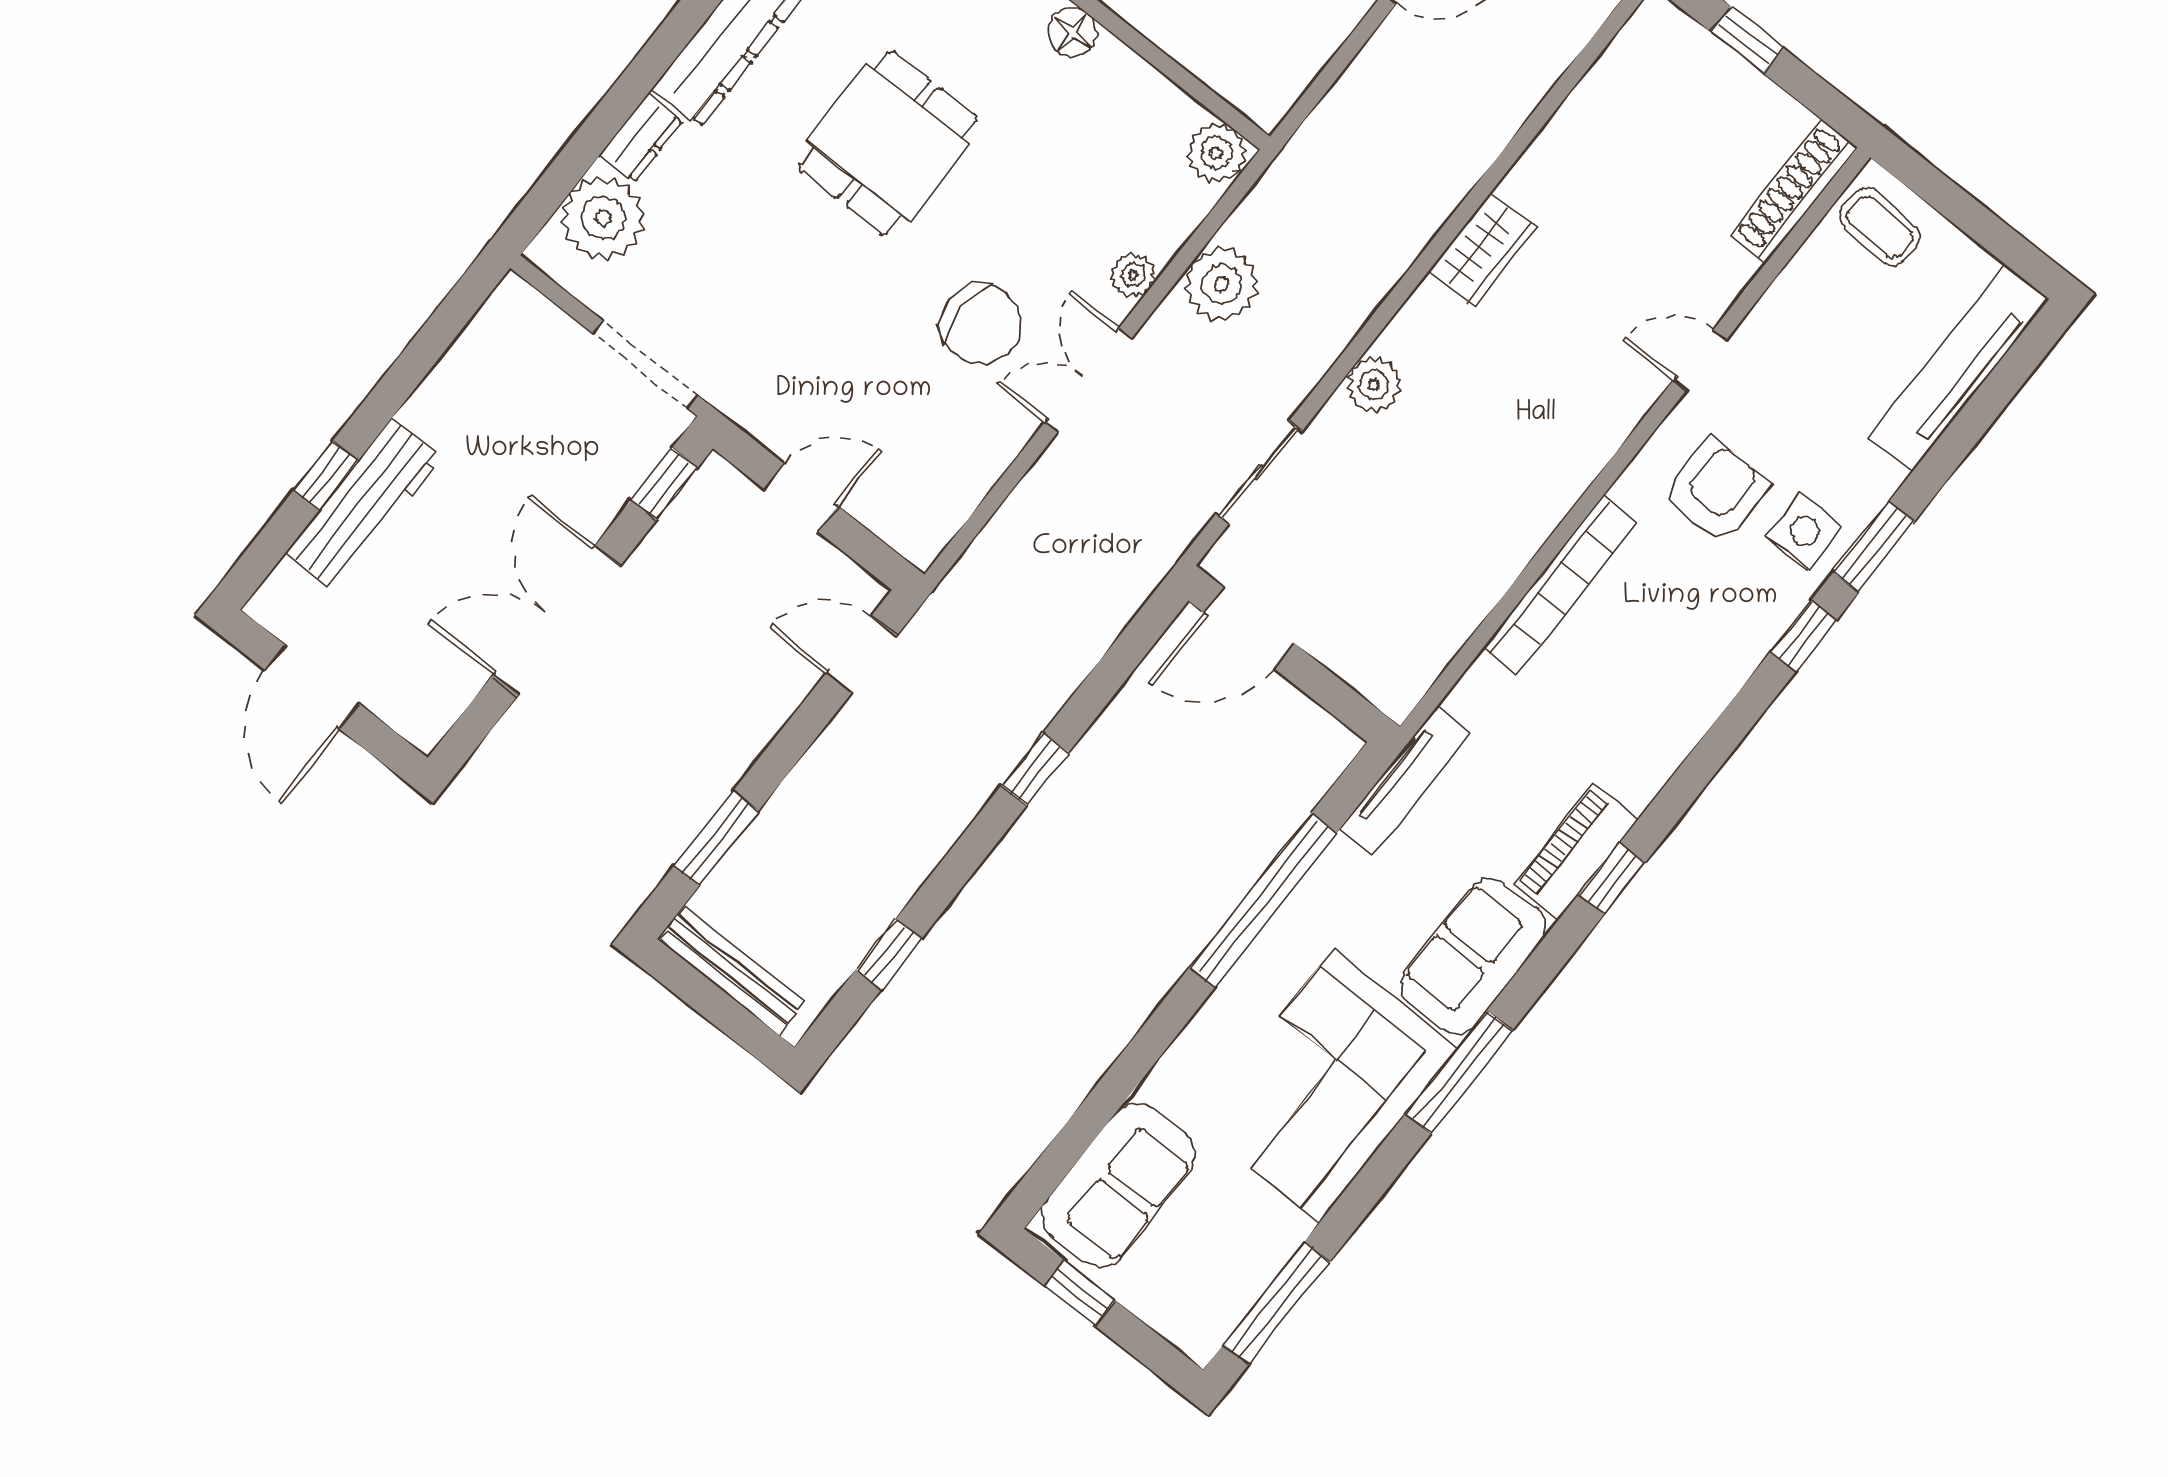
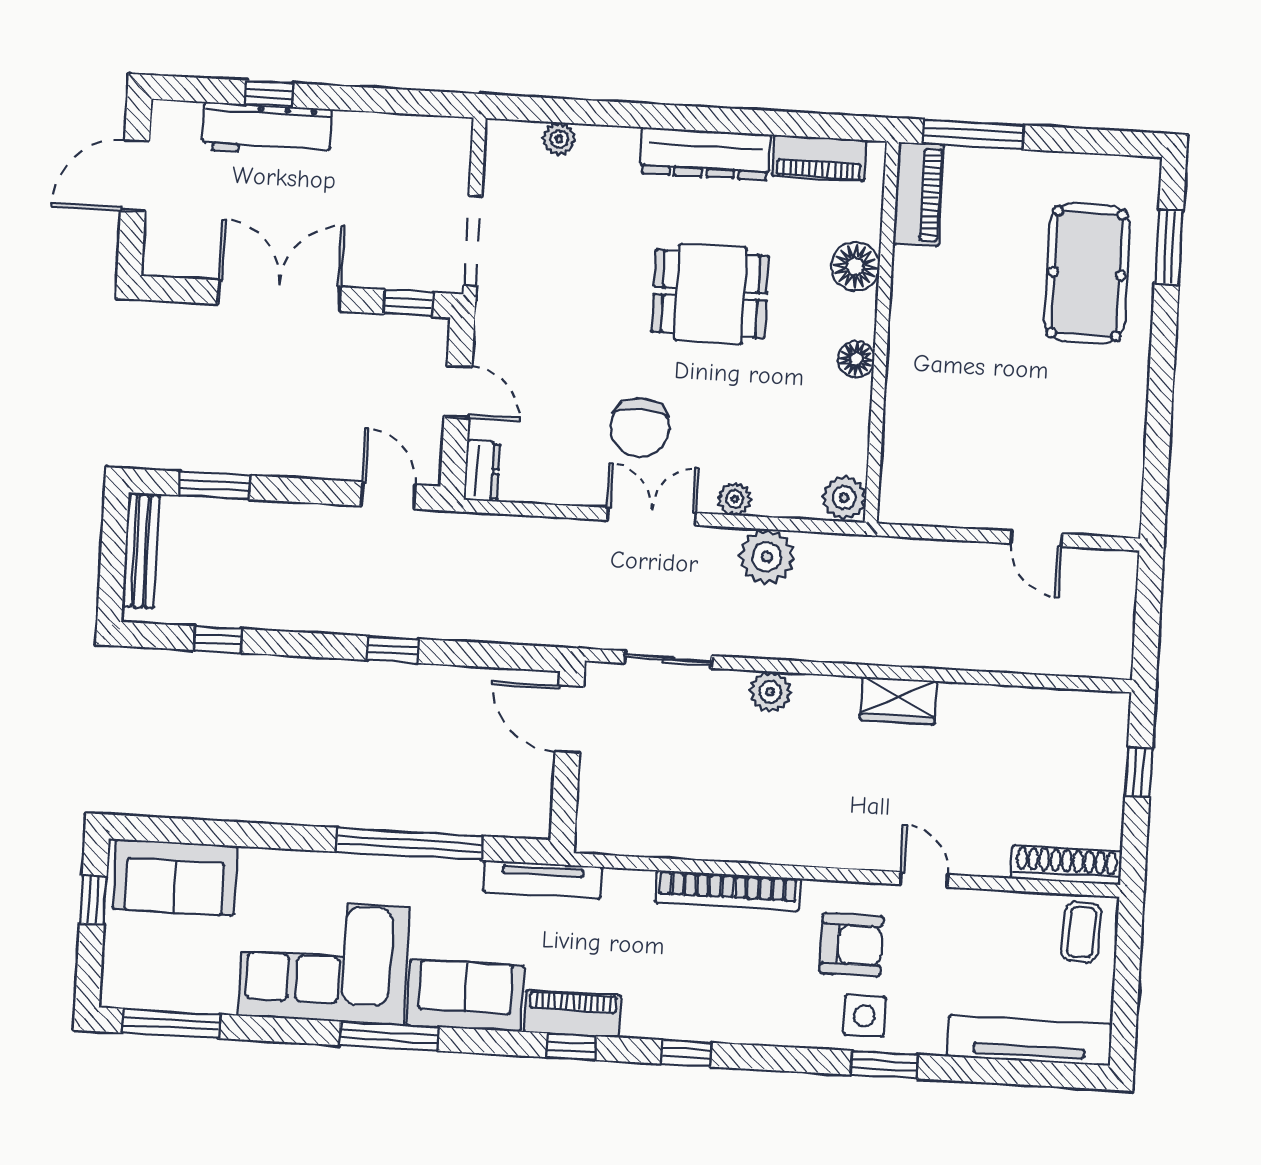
dresser: (641, 138) -> (482, 471), moved, turned -90
plant: (603, 218) -> (559, 139), width x0.53, depth x0.53
window: (1803, 636) -> (687, 1053), moved

